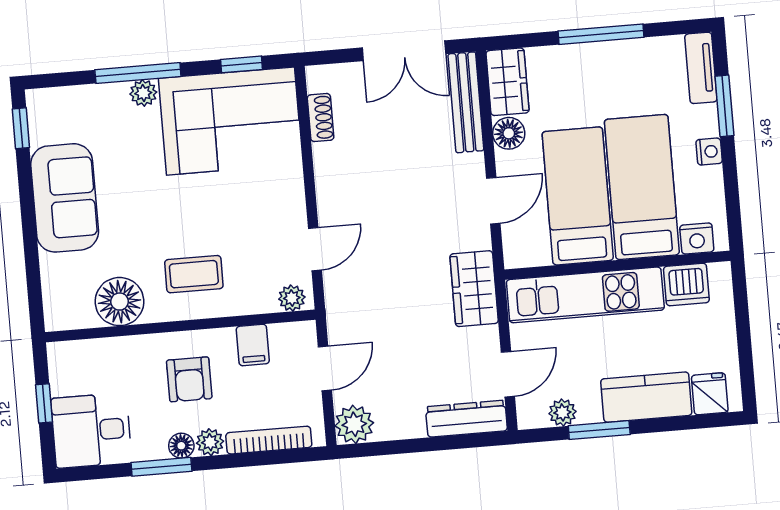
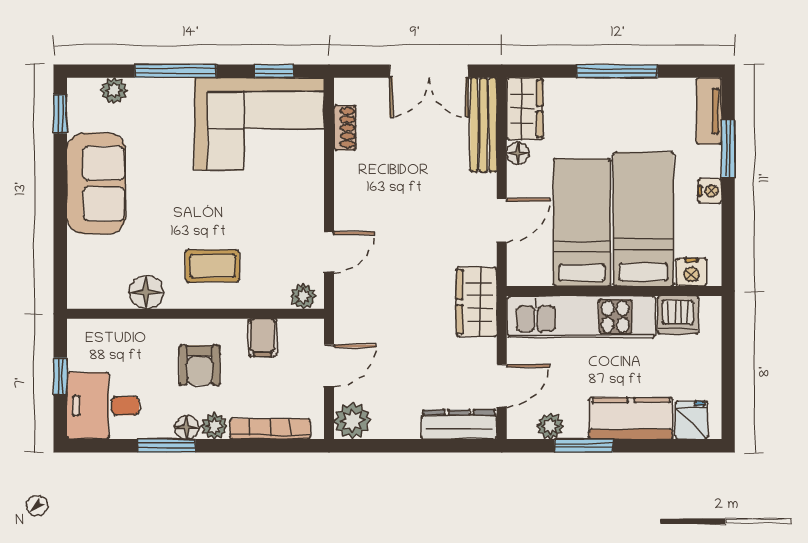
plant: (143, 93) -> (114, 90), moved
floor lamp: (509, 133) -> (518, 153), width x0.73, depth x0.73
floor lamp: (120, 302) -> (146, 292), width x0.73, depth x0.73

